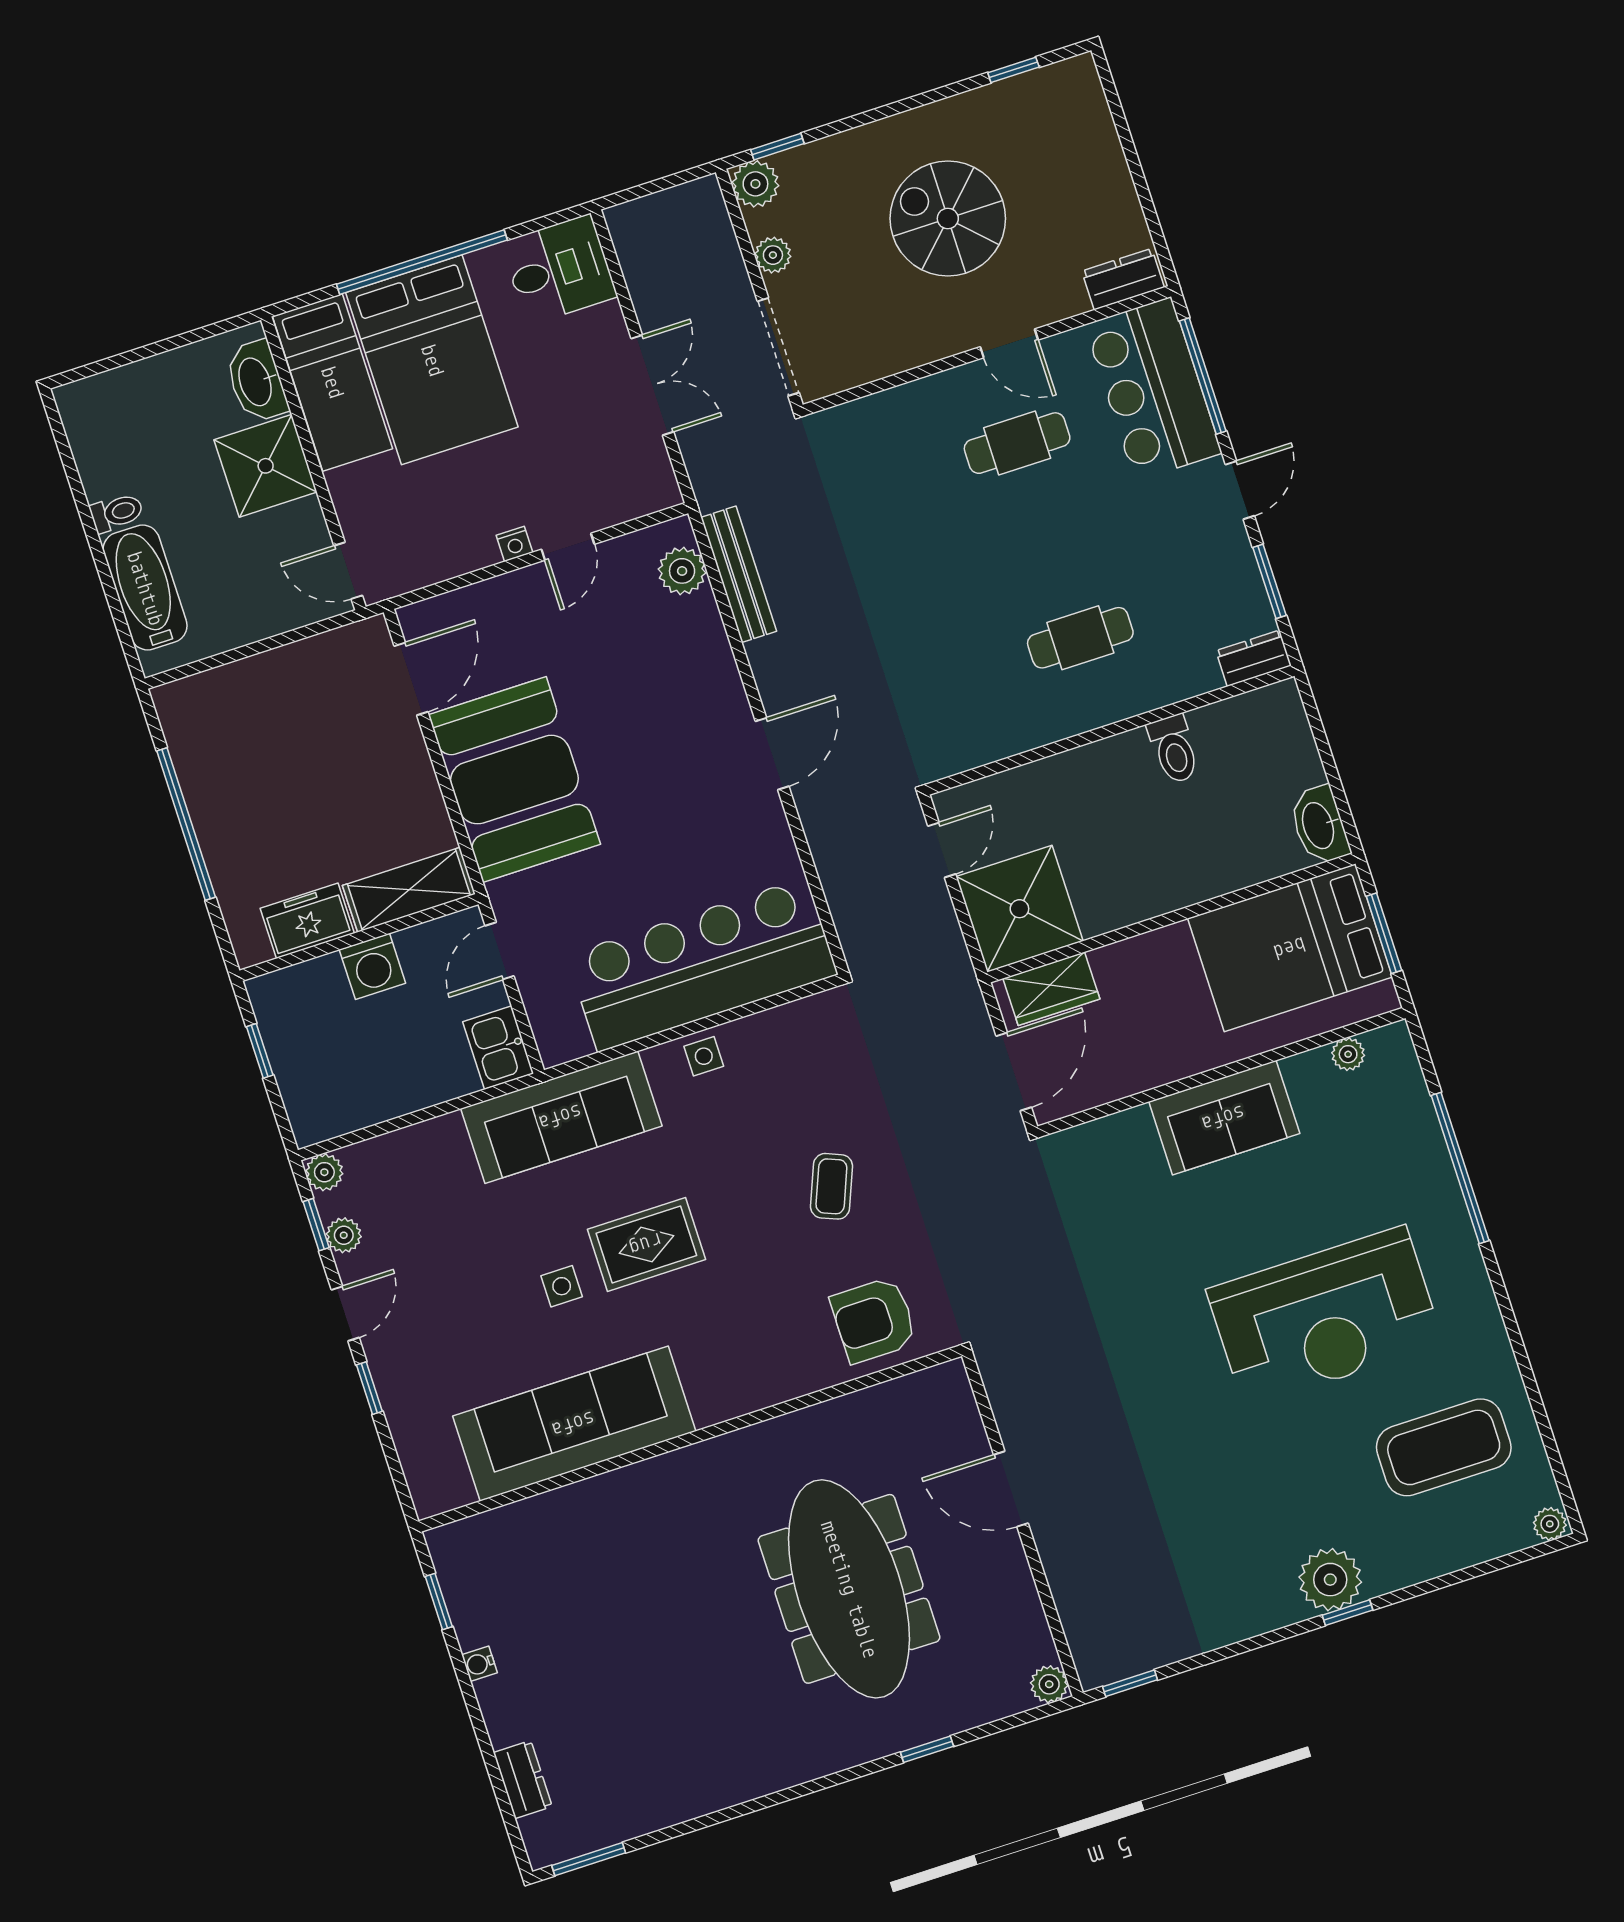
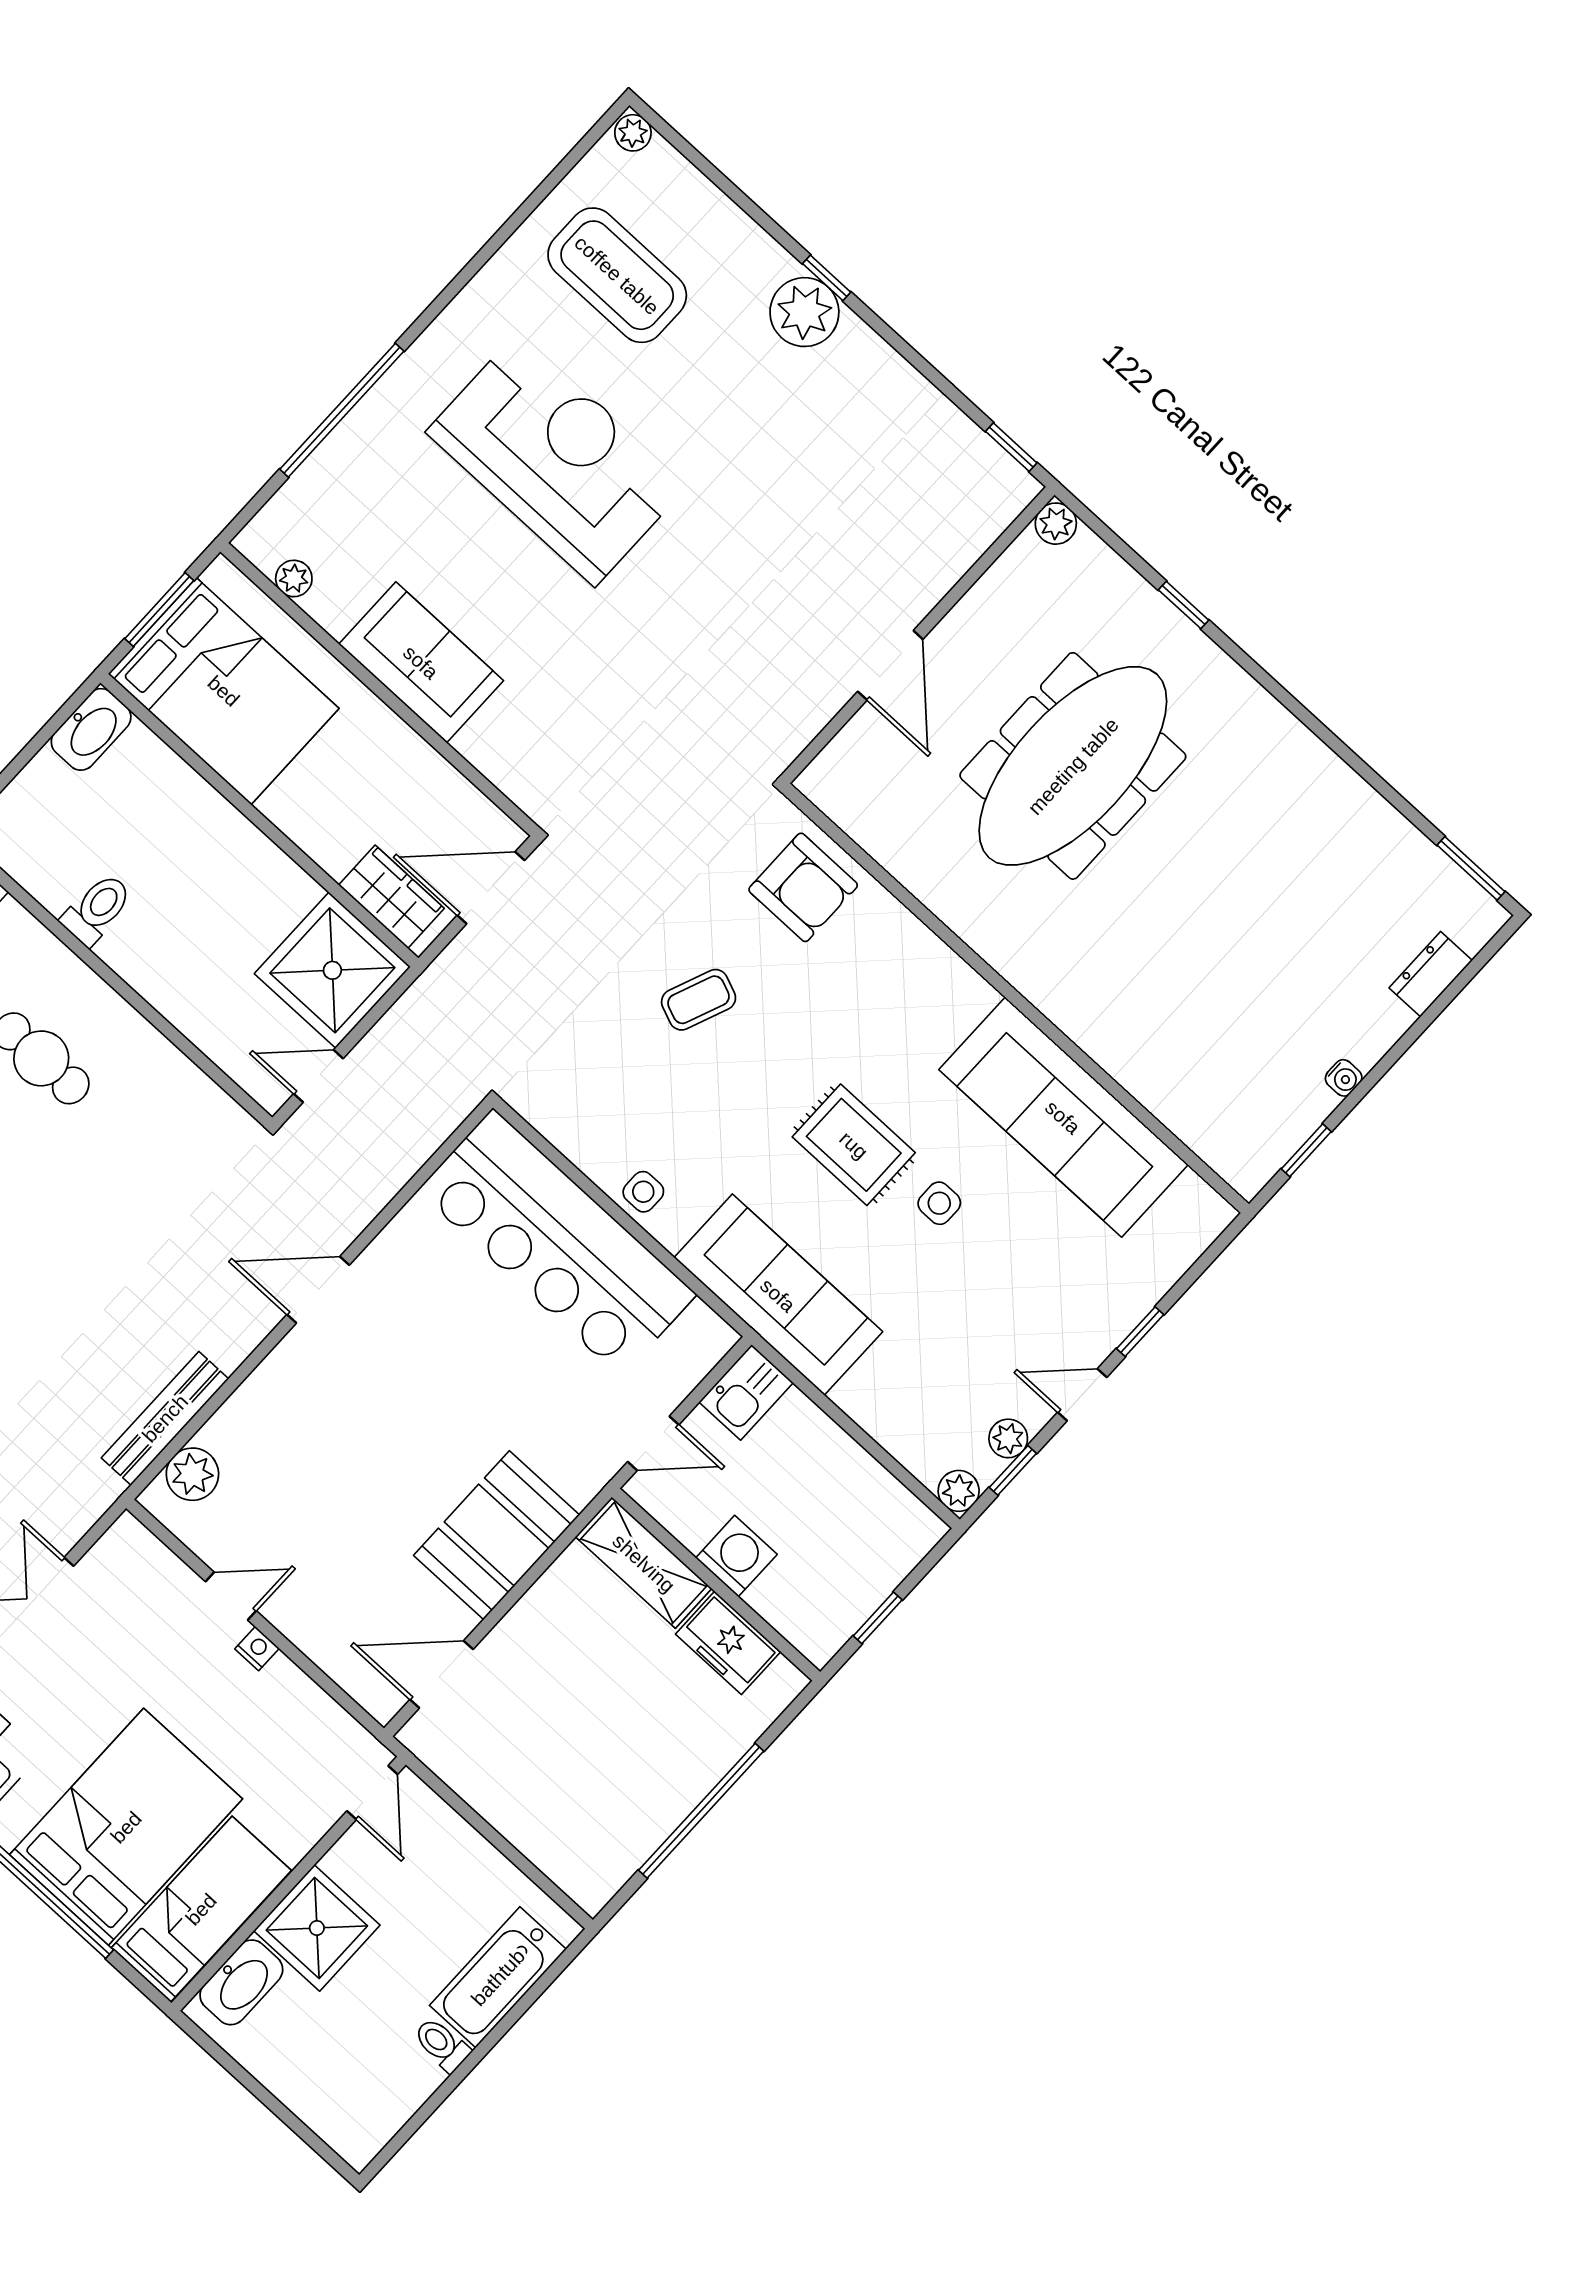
booth: (514, 780) -> (497, 1535), width x0.73, depth x0.70

